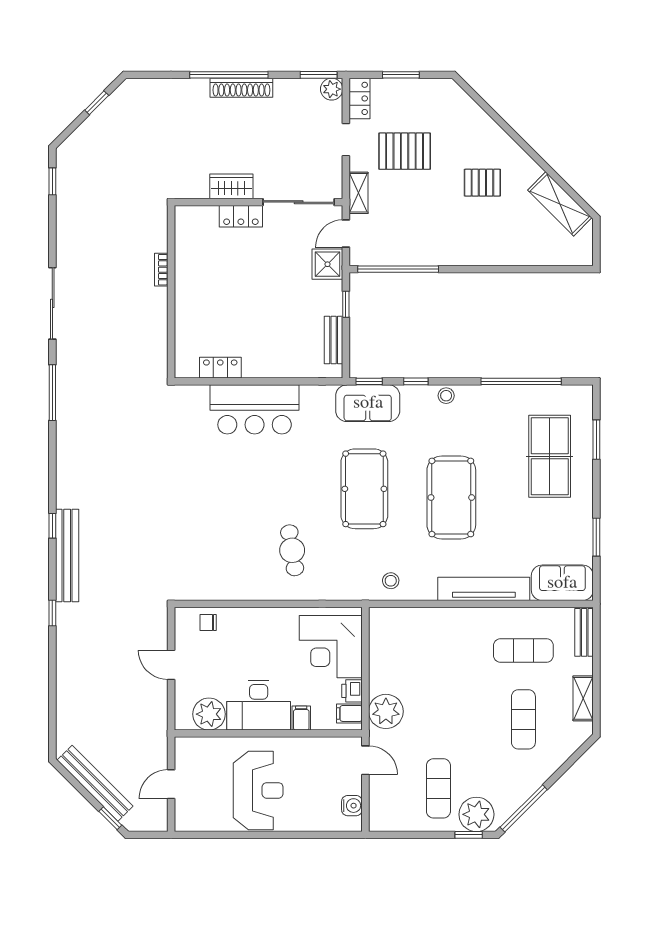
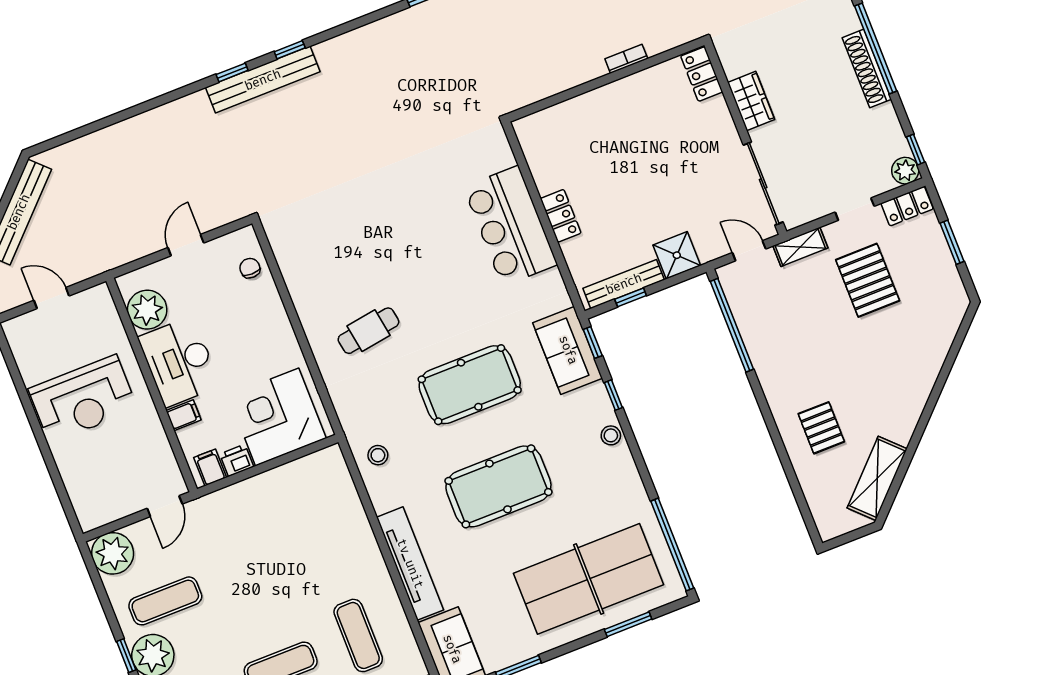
window: (319, 75) -> (916, 150), width x0.67
pallet: (482, 183) -> (821, 428), moved
locker: (241, 216) -> (702, 74), moved
shower: (327, 264) -> (677, 255), moved
window: (346, 304) -> (631, 297), moved
bench: (334, 340) -> (624, 284), width x1.36
locker: (220, 368) -> (561, 216), moved
window: (521, 381) -> (672, 545), moved
table tennis table: (550, 456) -> (589, 579), width x1.36, depth x1.32
window: (52, 613) -> (232, 72), moved
plant: (386, 711) -> (113, 553), moved
water cooler: (352, 806) -> (108, 511), removed

